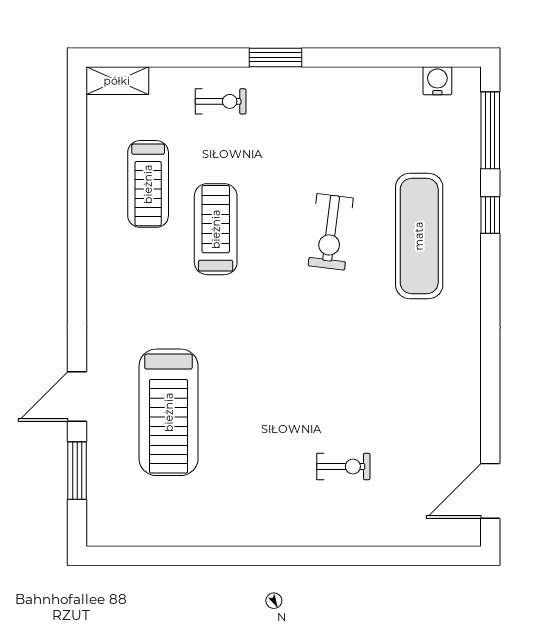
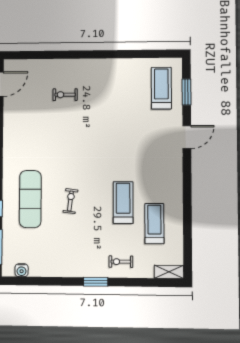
treadmill: (216, 229) -> (123, 203), turned 180
exercise bike: (331, 232) -> (70, 201), width x0.73, depth x0.72
door: (77, 397) -> (187, 137), moved
treadmill: (169, 412) -> (161, 88), moved, width x0.73, depth x0.73

